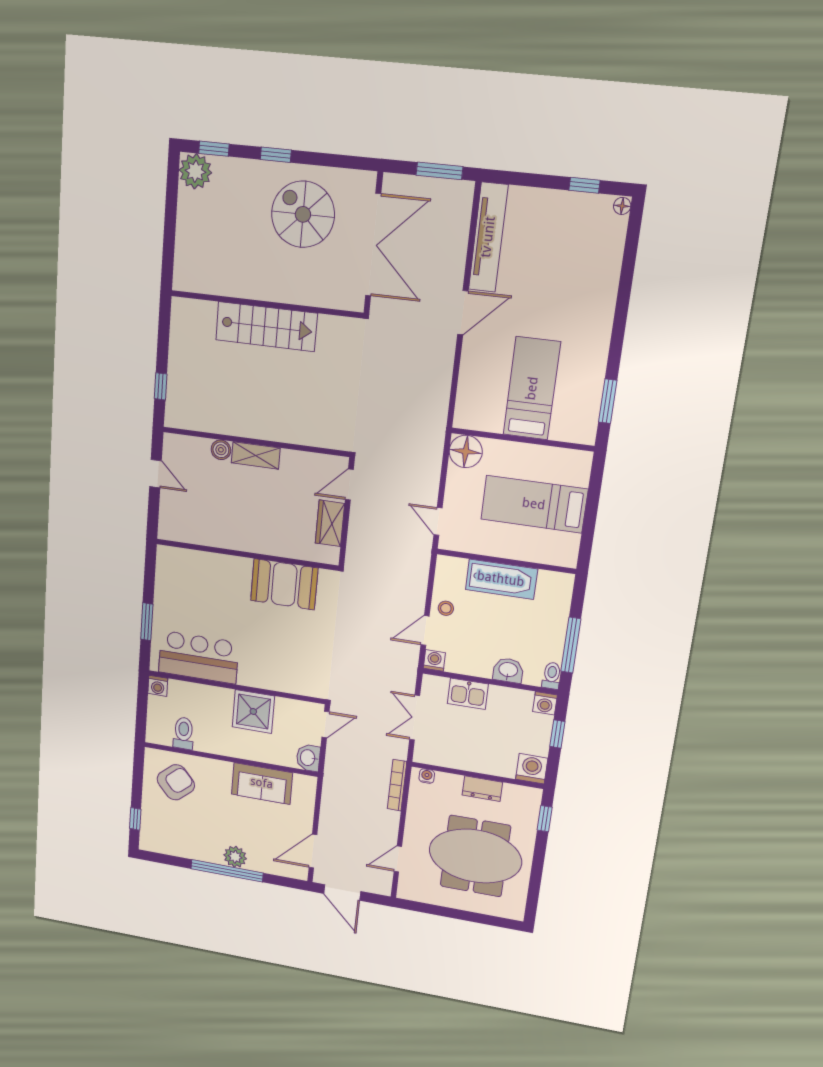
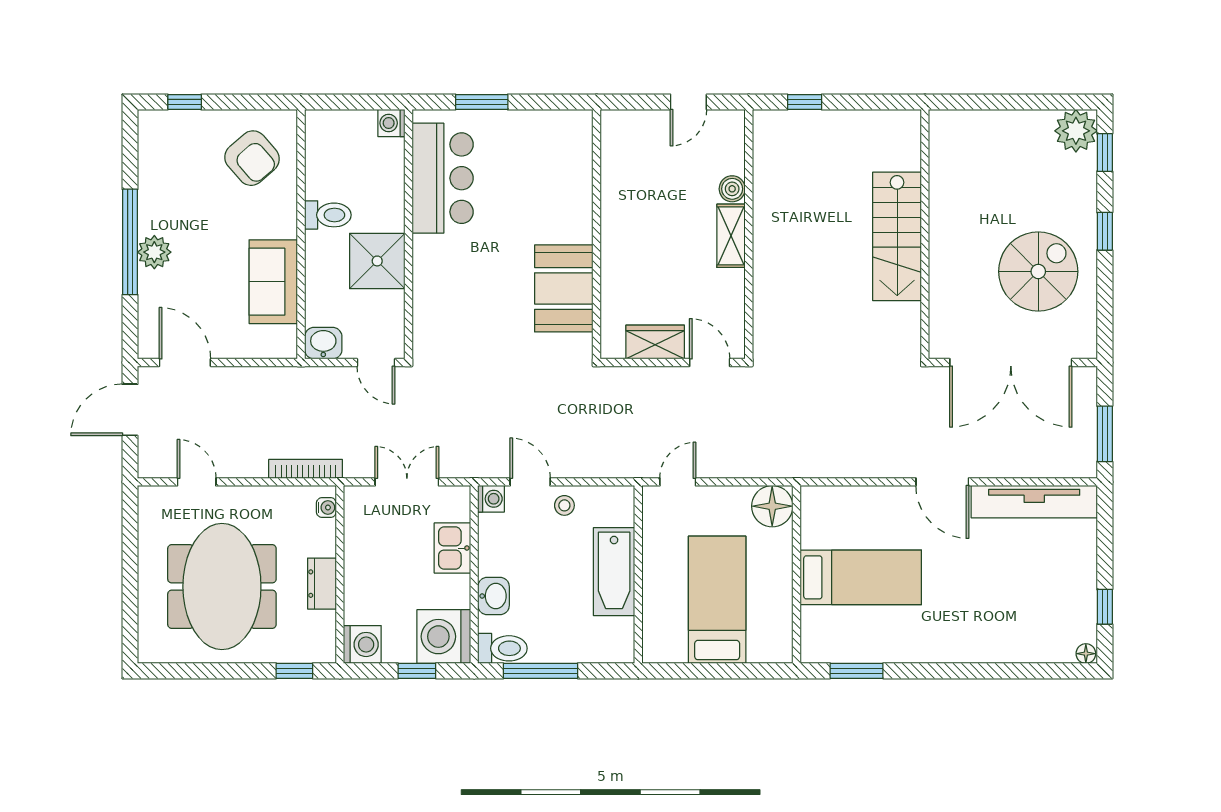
toilet: (552, 676) -> (502, 648), width x1.37, depth x1.39
washing machine: (545, 703) -> (444, 637), width x1.89, depth x1.89
toilet: (183, 733) -> (328, 215), moved

